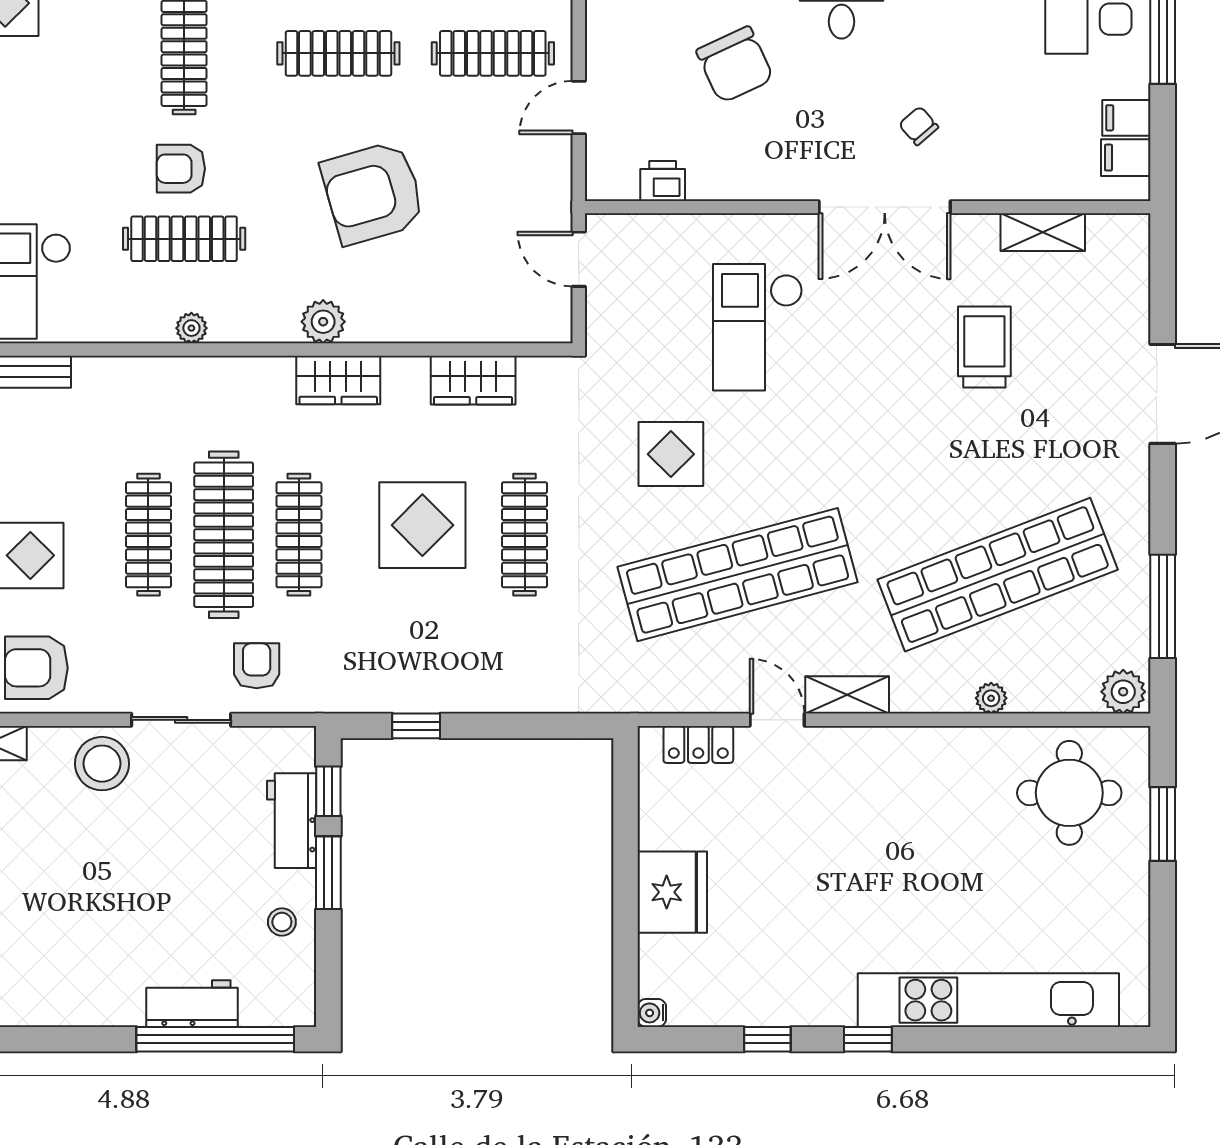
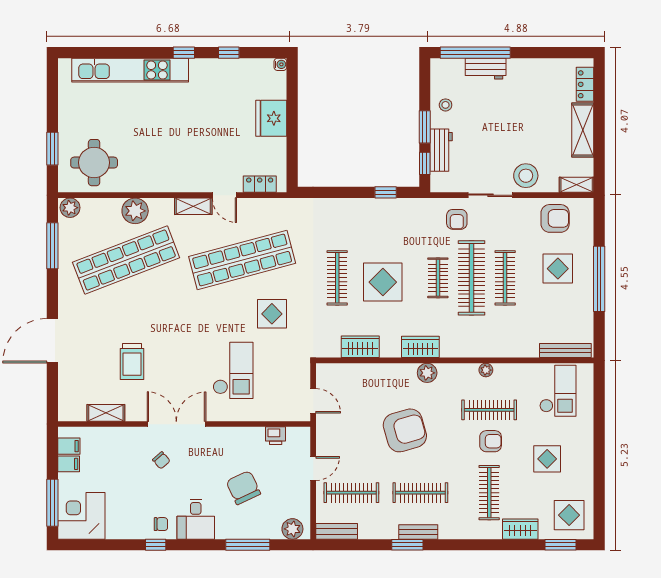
display table: (54, 129) -> (547, 459), added
clothes rail: (299, 535) -> (438, 278), width x0.73
plant: (991, 698) -> (135, 211), width x1.88, depth x1.88

